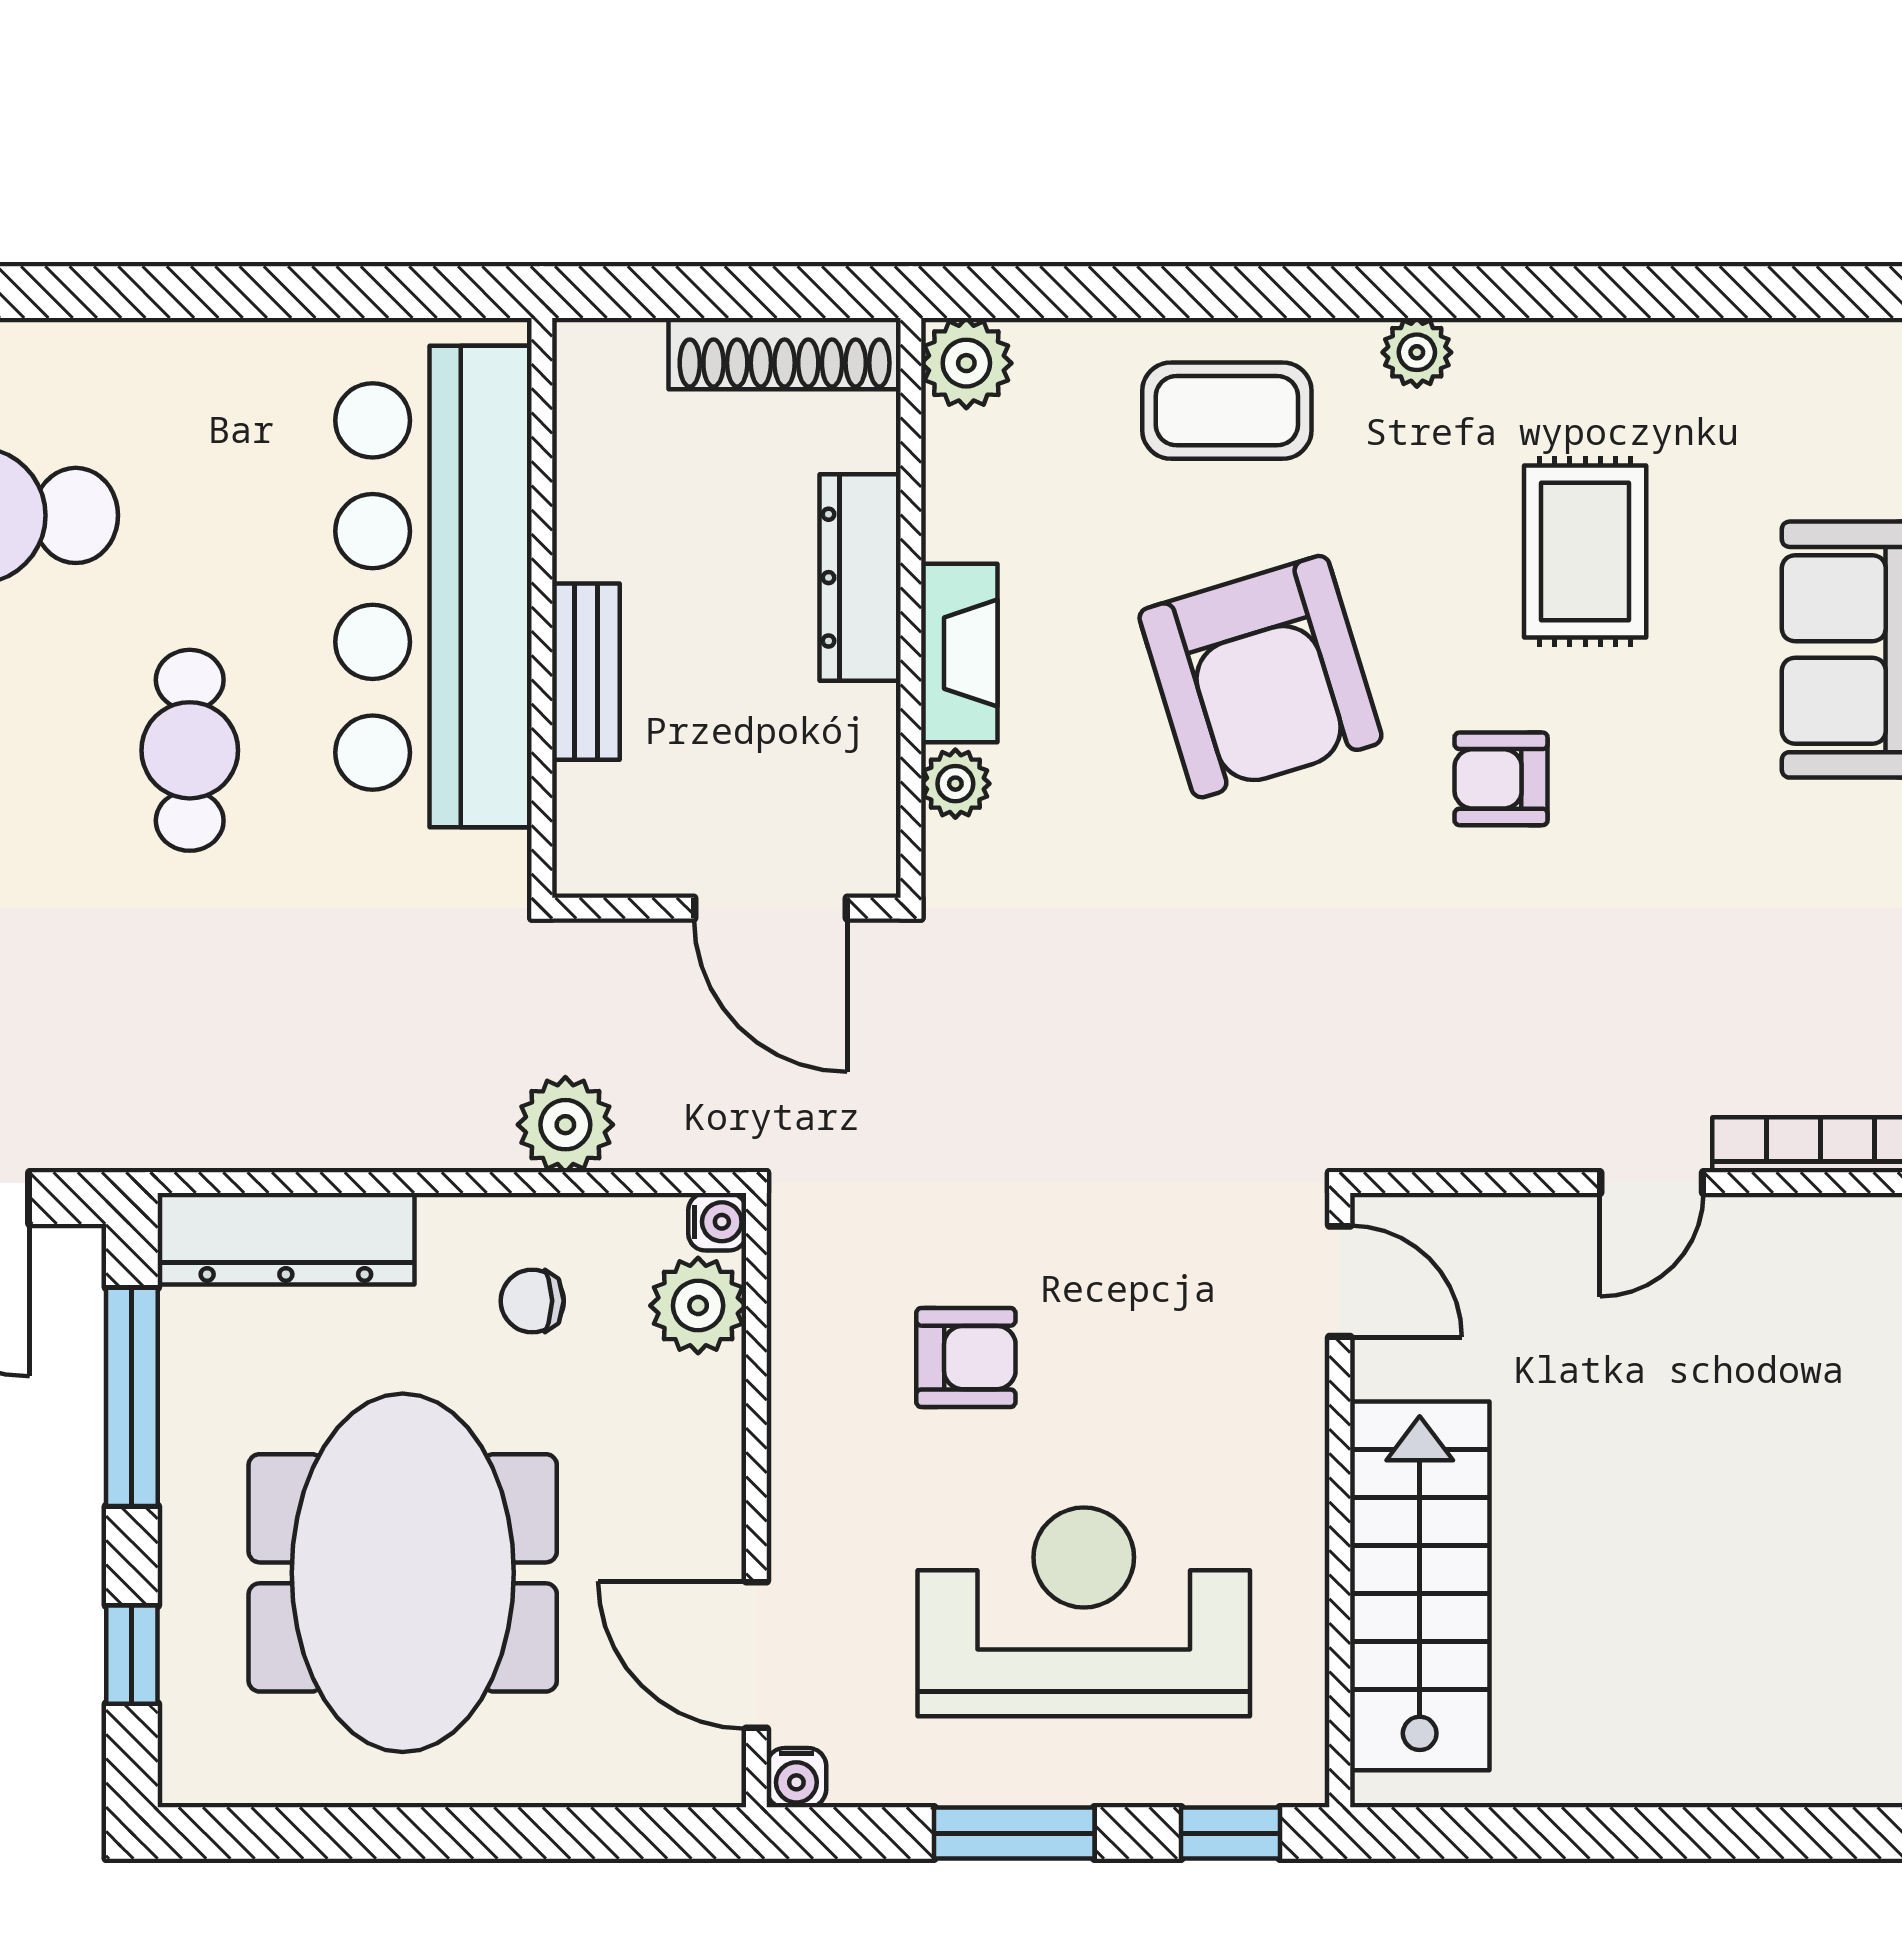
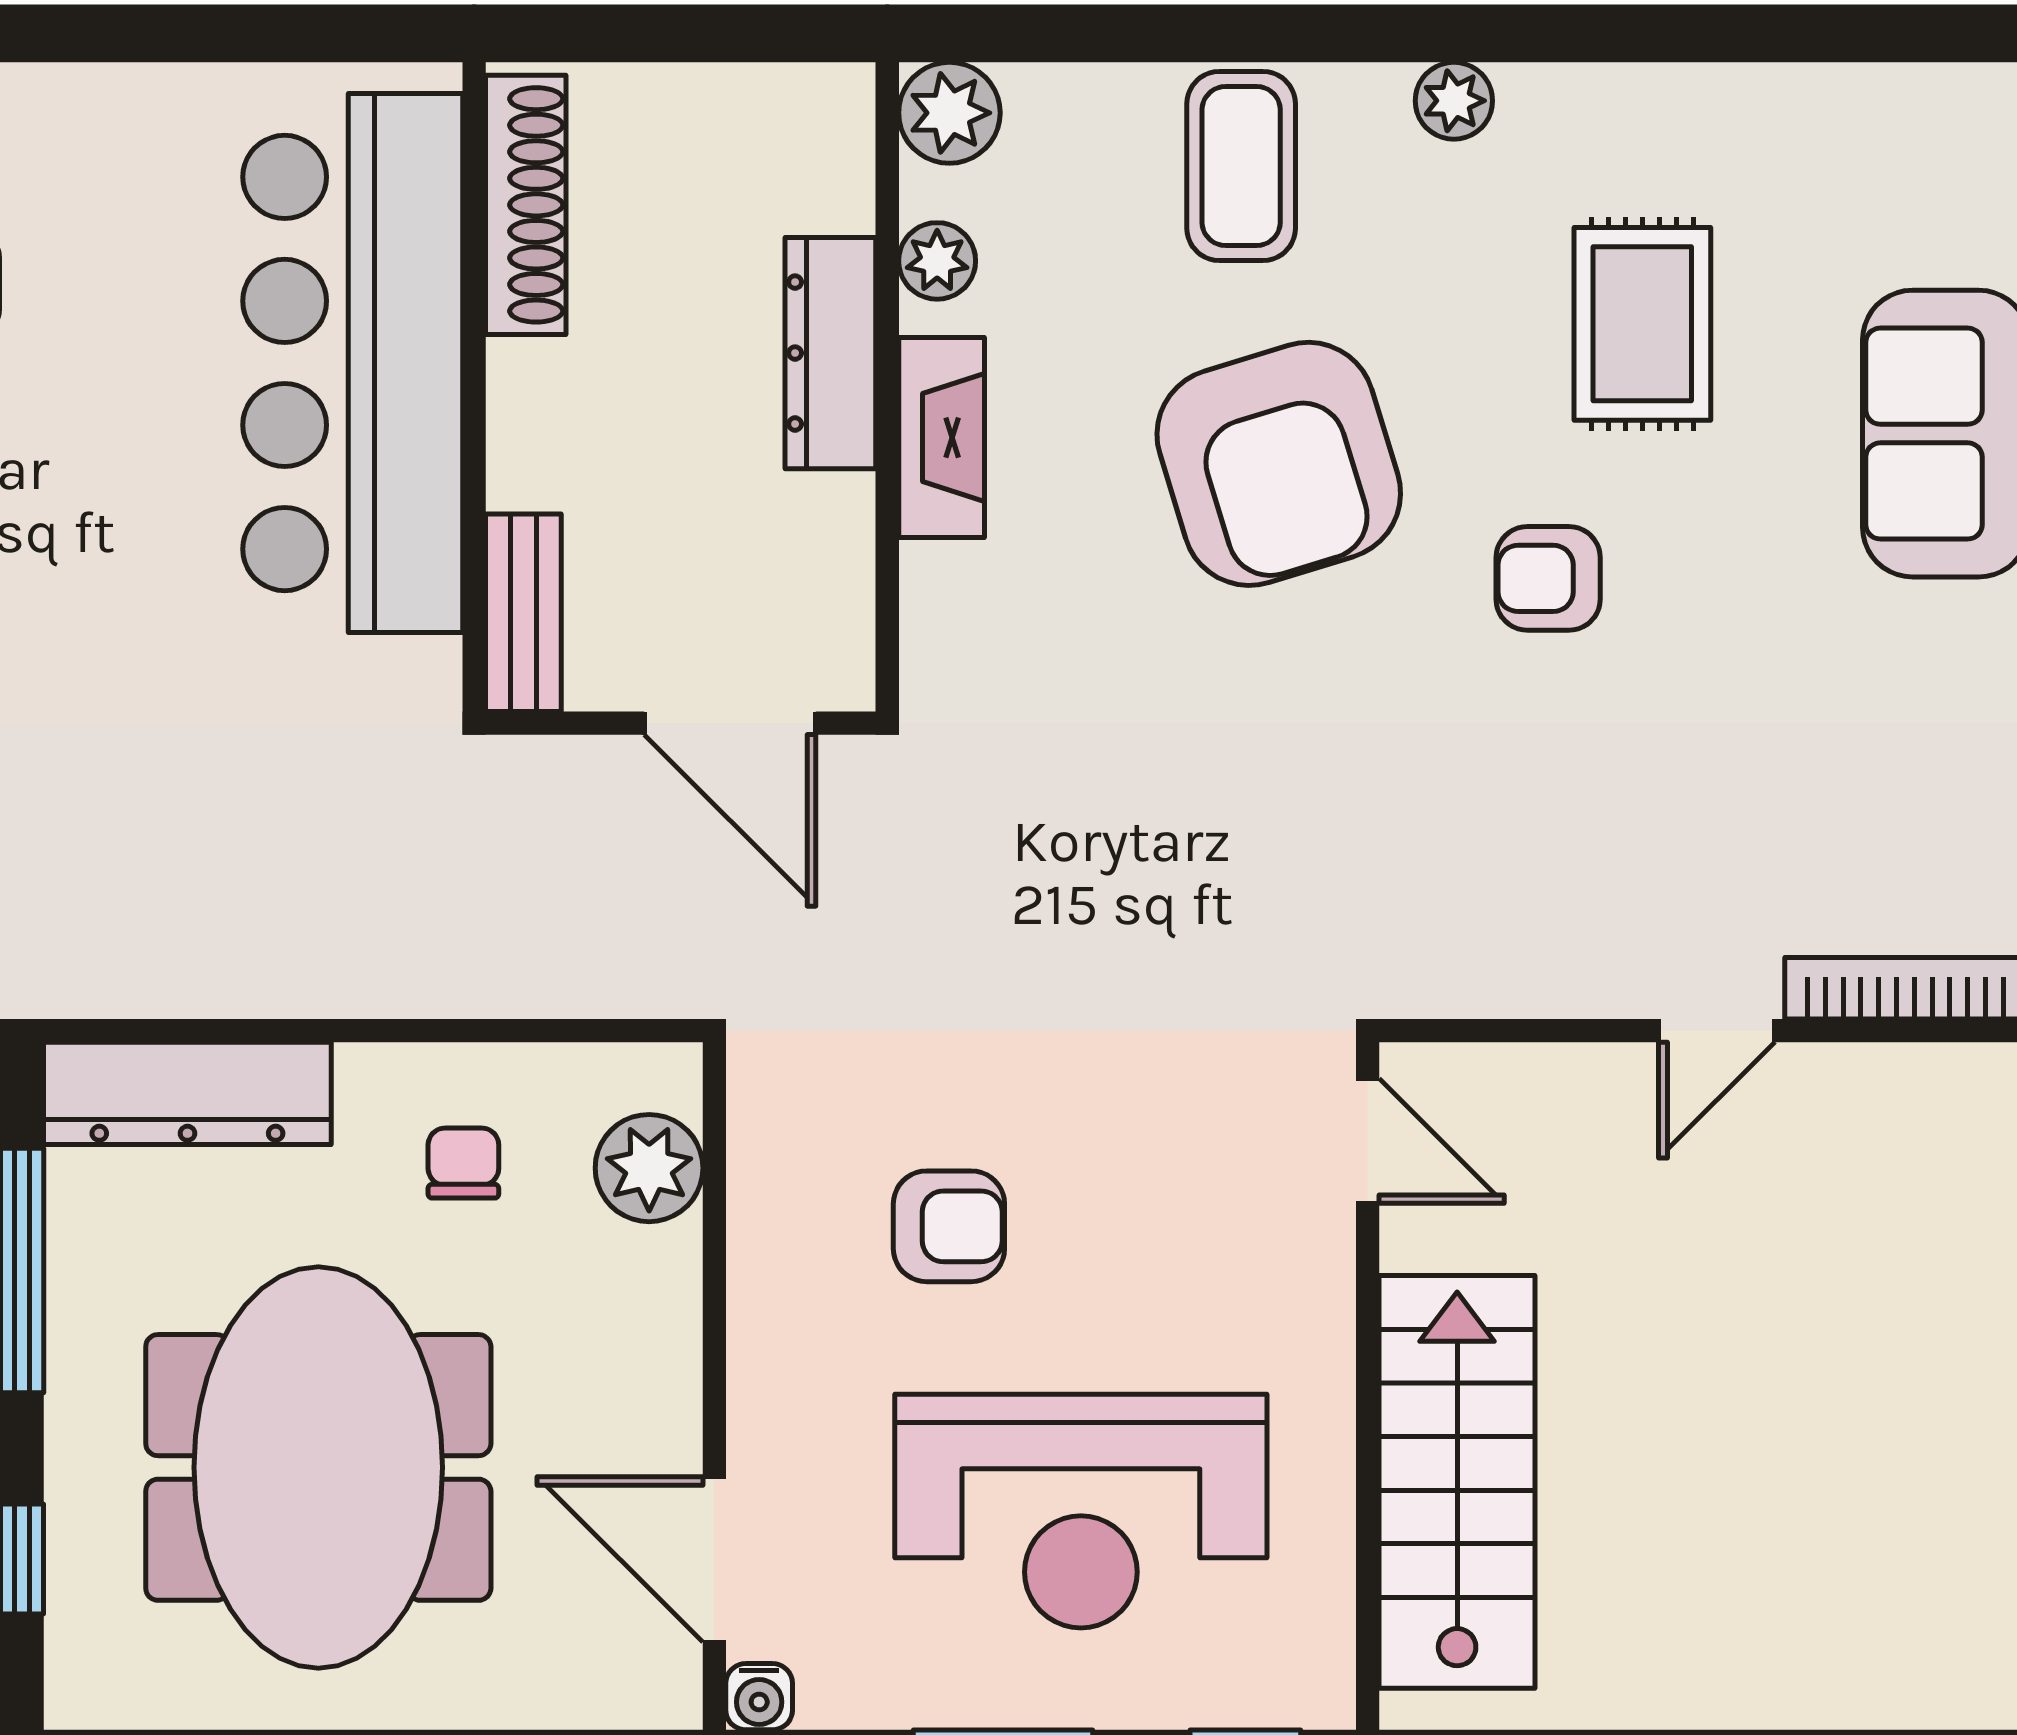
shoe rack: (785, 354) -> (526, 205), moved, turned -90
coffee table: (1227, 411) -> (1241, 166), turned 90
bench: (586, 672) -> (523, 613), moved
cafe table: (190, 750) -> (80, 546), removed
plant: (955, 784) -> (937, 261), moved
plant: (565, 1125) -> (500, 966), removed
water cooler: (717, 1222) -> (670, 1074), removed
chair: (532, 1301) -> (463, 1163), turned 90
reception desk: (1084, 1612) -> (1081, 1511), turned 180

